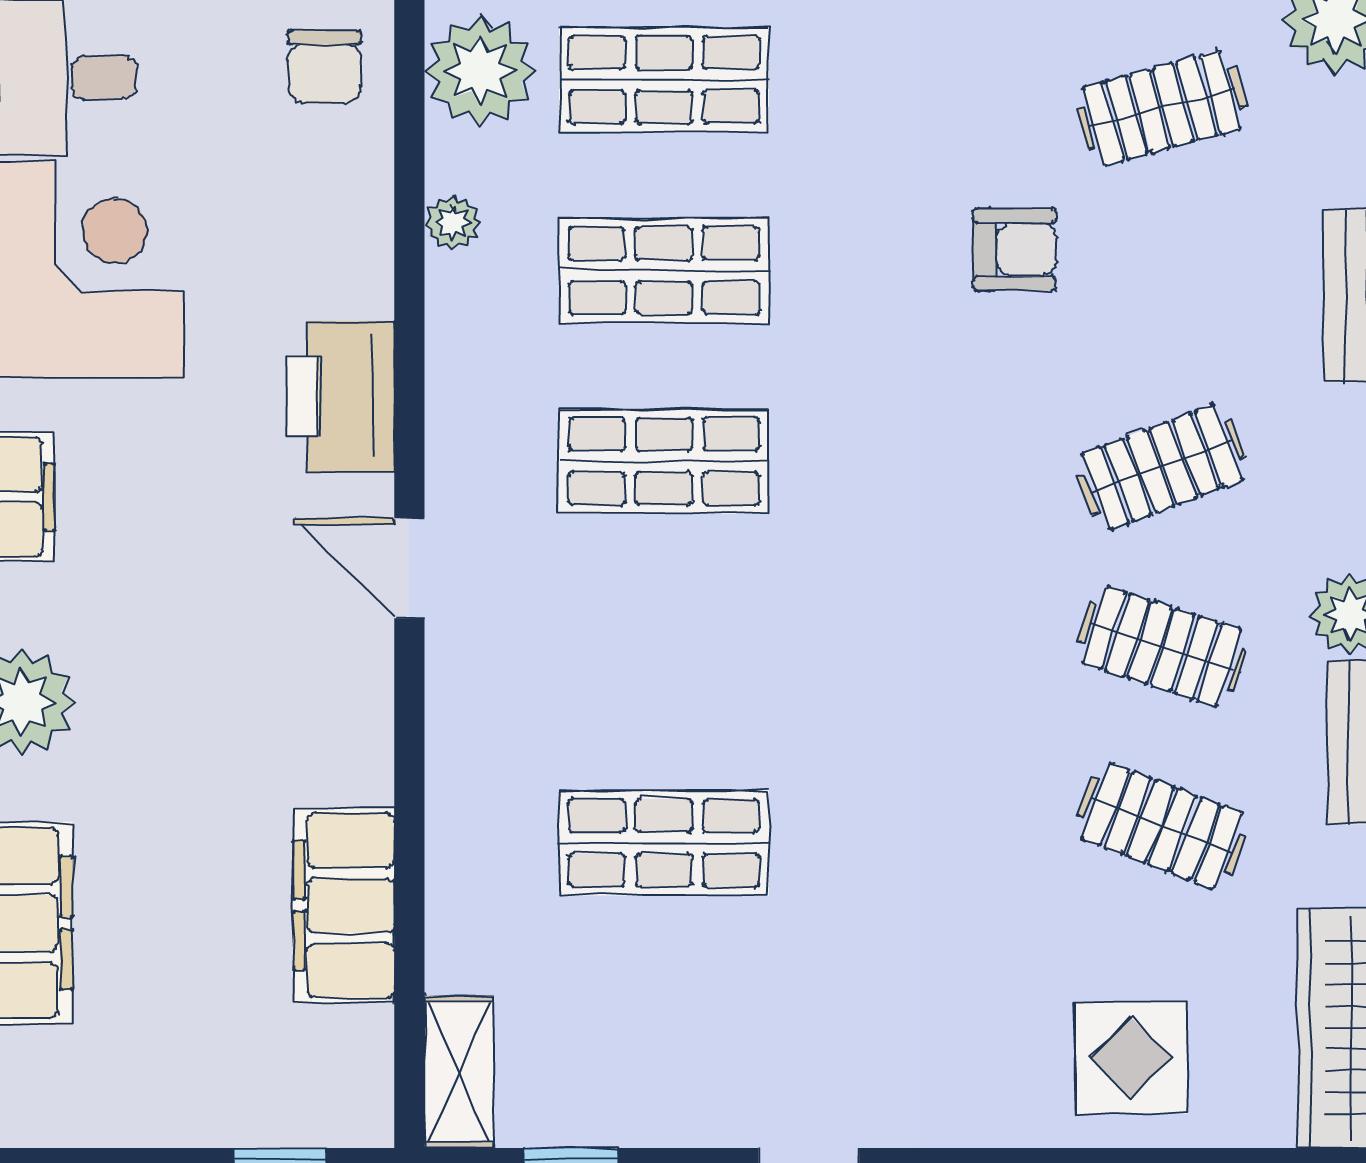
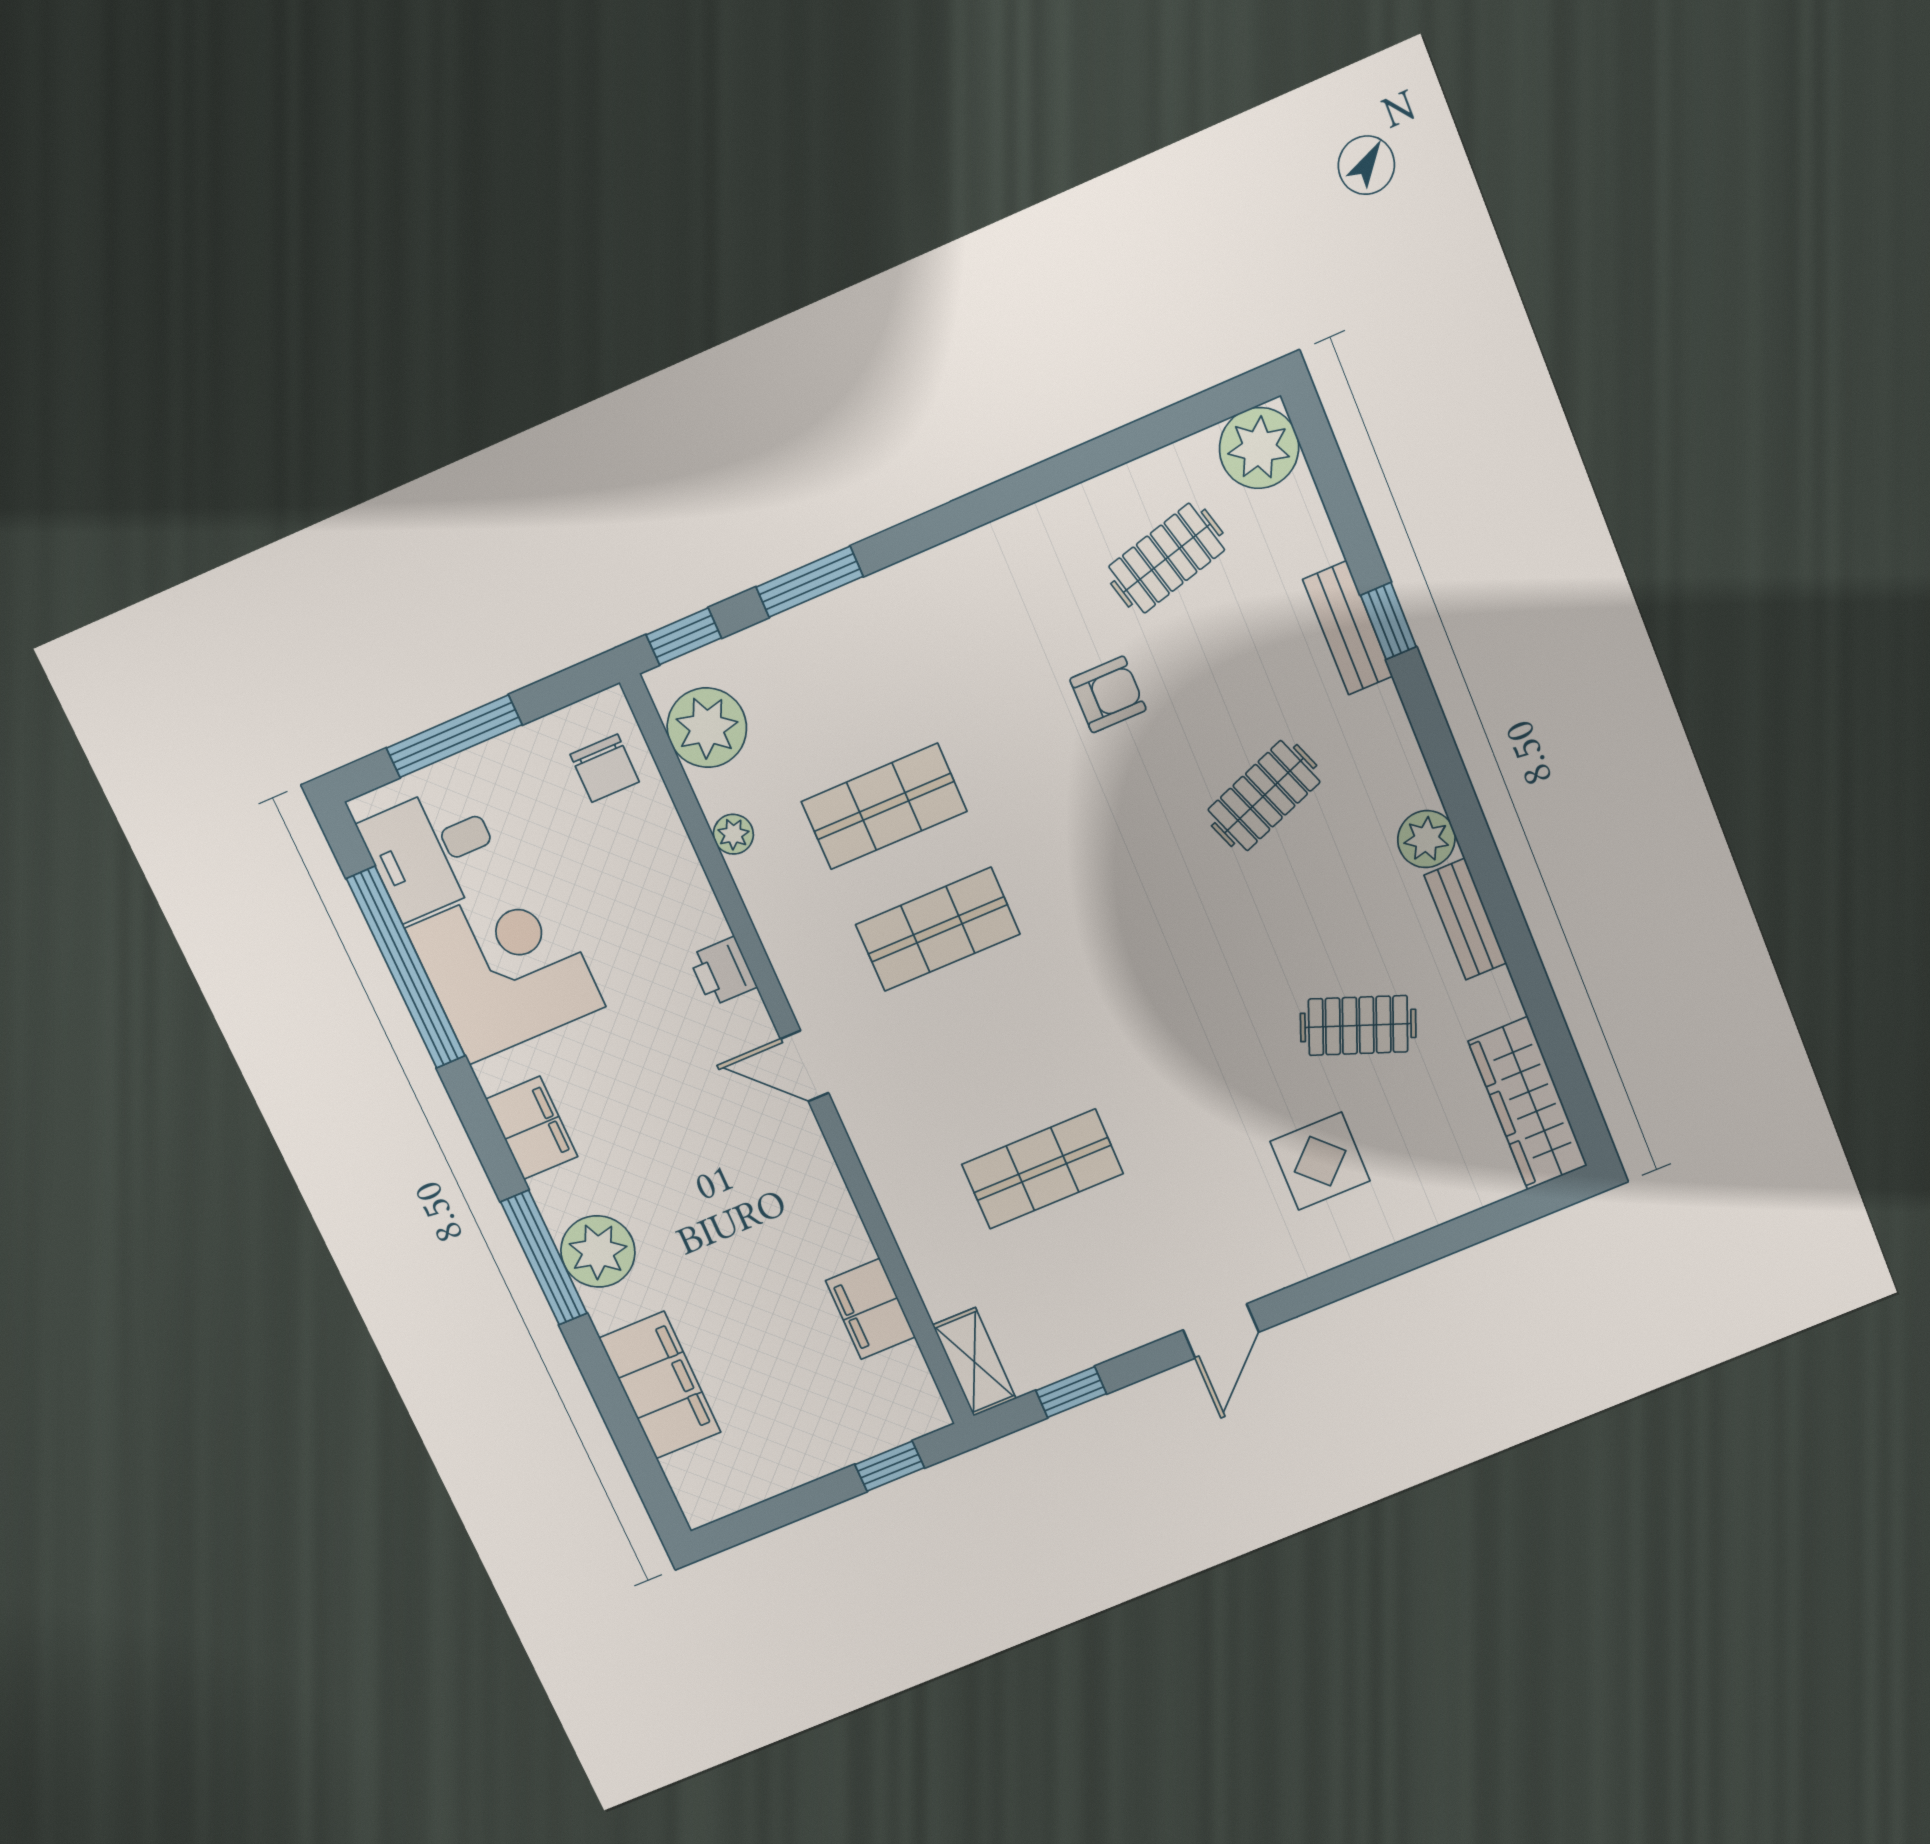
shop shelf: (664, 80) -> (829, 681), removed
printer: (340, 396) -> (723, 971), width x0.53, depth x0.68
clothes rail: (1162, 646) -> (1311, 912), removed
filing cabinet: (344, 905) -> (871, 1309), width x0.67, depth x0.86
display table: (1131, 1058) -> (1320, 1161), moved

